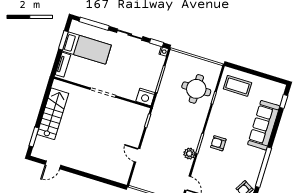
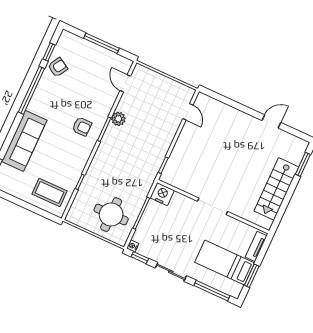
round table: (196, 89) -> (111, 215), moved
door: (137, 155) -> (188, 112), moved
door: (53, 165) -> (271, 121), moved

